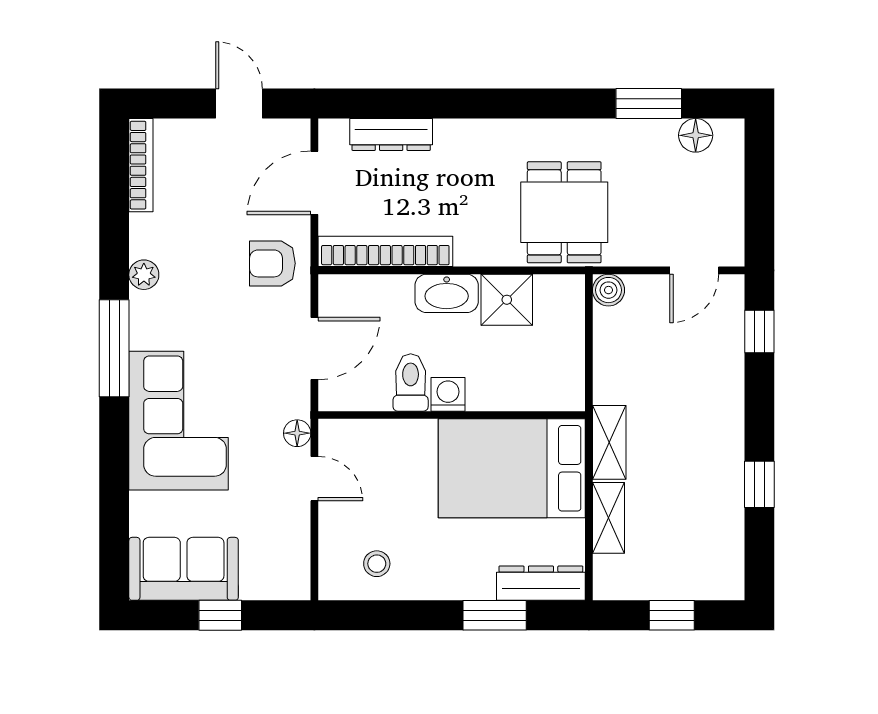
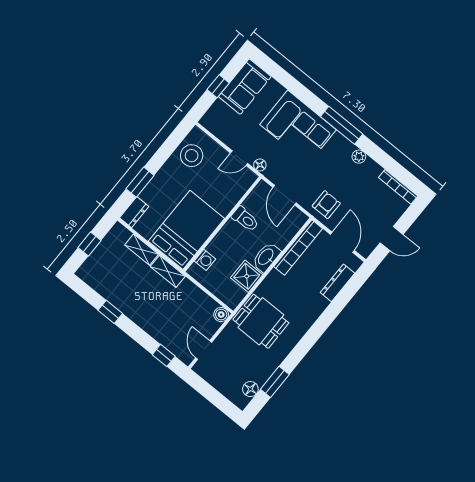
washing machine: (448, 394) -> (205, 260), moved
stool: (377, 564) -> (192, 156), width x1.89, depth x1.89
dresser: (541, 583) -> (134, 212), width x0.70

